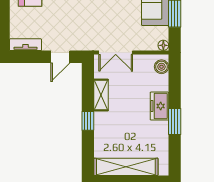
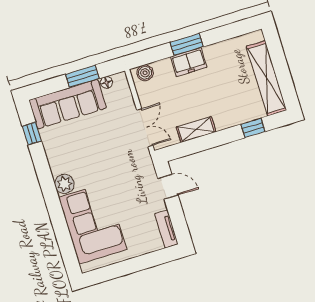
floor lamp: (163, 45) -> (106, 82), moved
window: (88, 121) -> (253, 128), moved
window: (175, 122) -> (187, 44), moved

